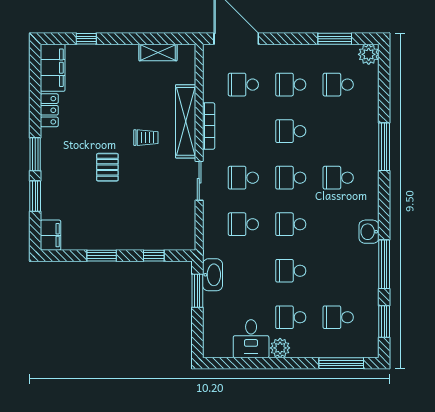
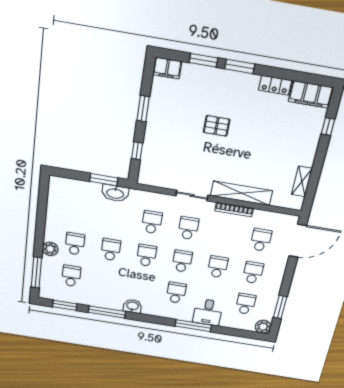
trolley: (146, 138) -> (235, 161), removed
desk: (251, 339) -> (208, 312), moved, turned -90
plant: (280, 348) -> (50, 249), moved

